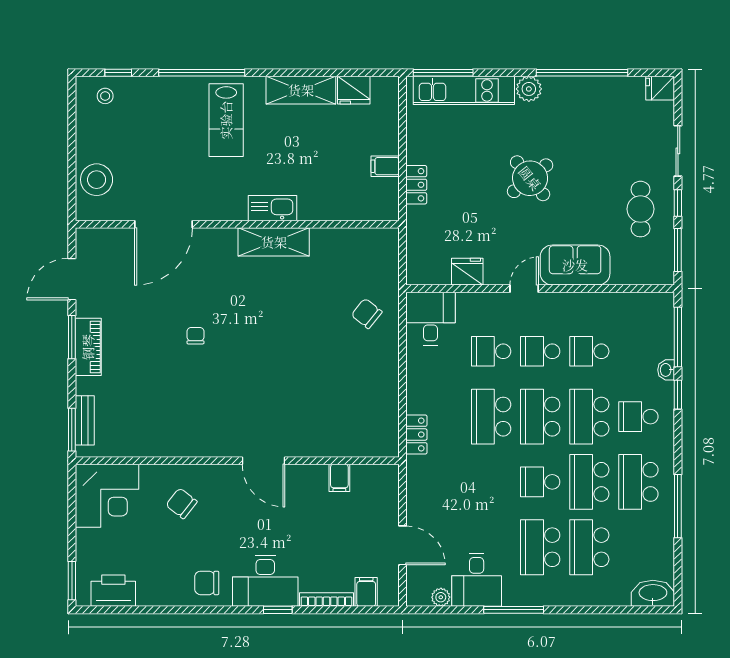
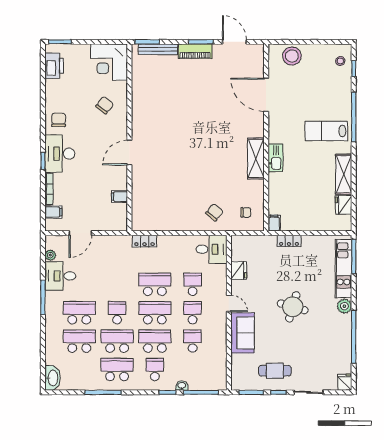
filing cabinet: (385, 166) -> (274, 223), moved
round table: (530, 178) -> (293, 307), turned -35
chair: (195, 336) -> (246, 212), moved
bench: (85, 420) -> (158, 49), width x1.36

